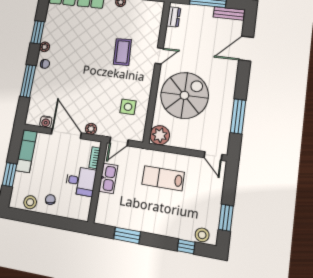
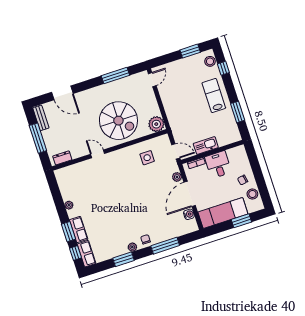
coffee table: (122, 52) -> (108, 183), removed
spiral stairs: (184, 95) -> (118, 121), turned 180
exam couch: (26, 151) -> (223, 213), width x1.36, depth x1.45
lab bench: (163, 178) -> (214, 96), moved, turned 180

